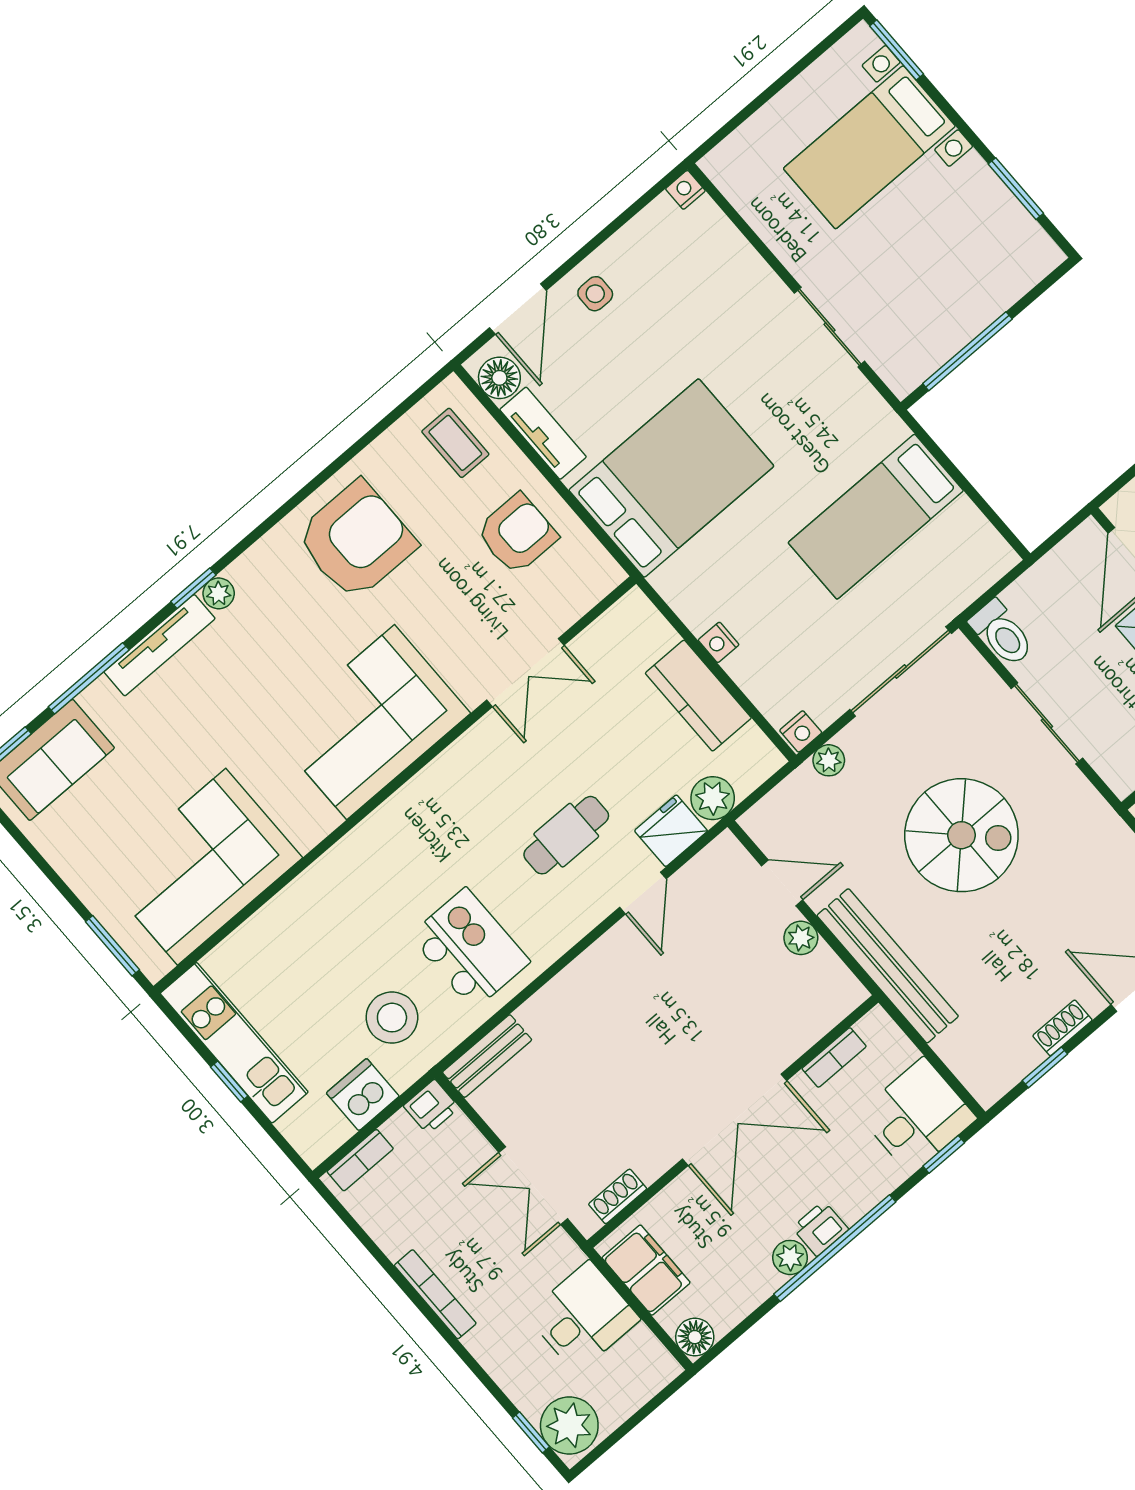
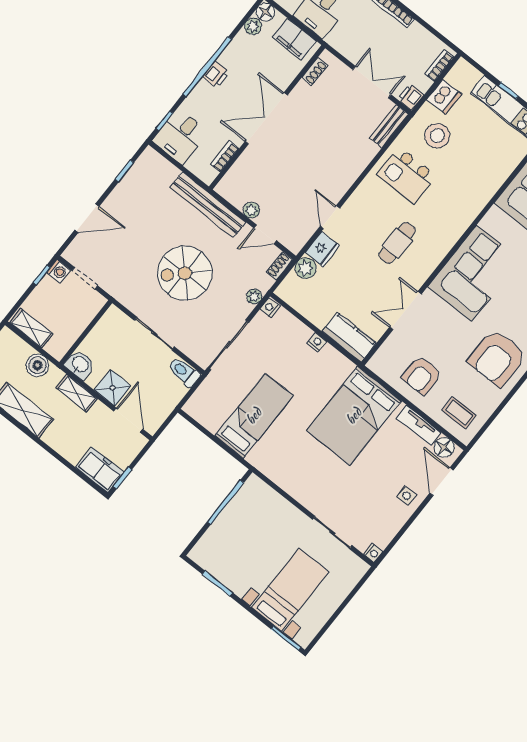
sliding door: (829, 327) -> (332, 532), moved
kitchen counter: (698, 696) -> (349, 337), moved
cafe table: (566, 835) -> (397, 243), moved
shoe rack: (1062, 1028) -> (280, 266), moved, turned 180
double door: (533, 1186) -> (372, 82), moved
plant: (790, 1257) -> (253, 26), moved

